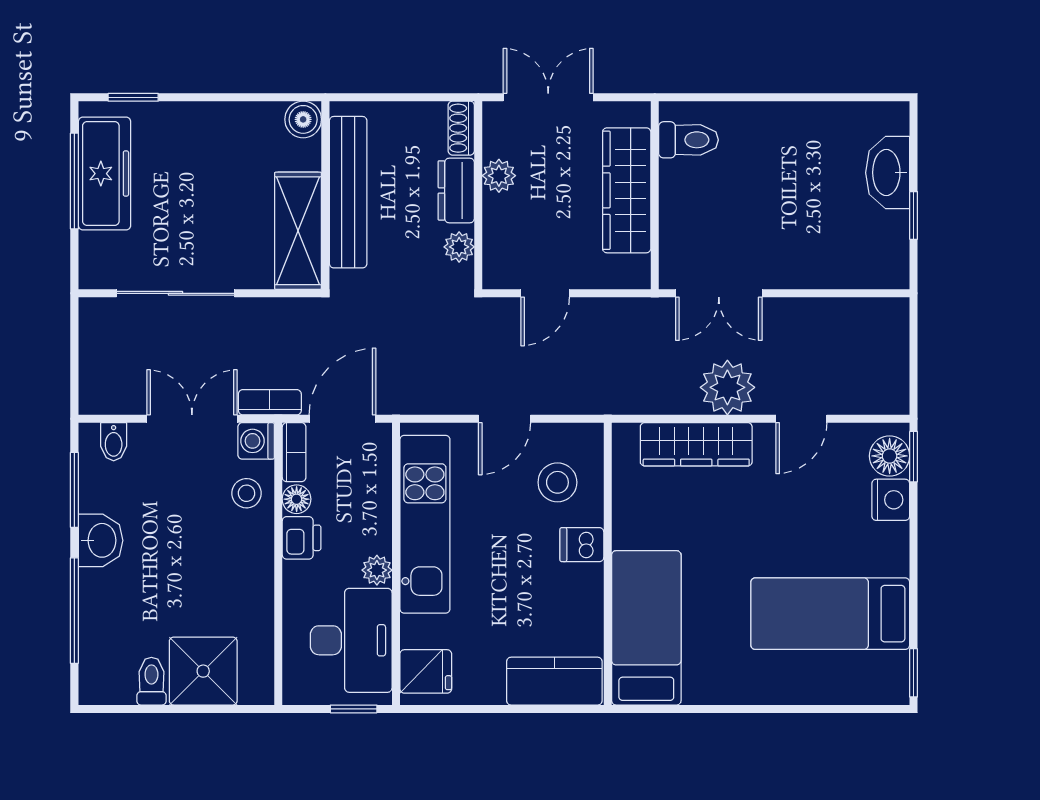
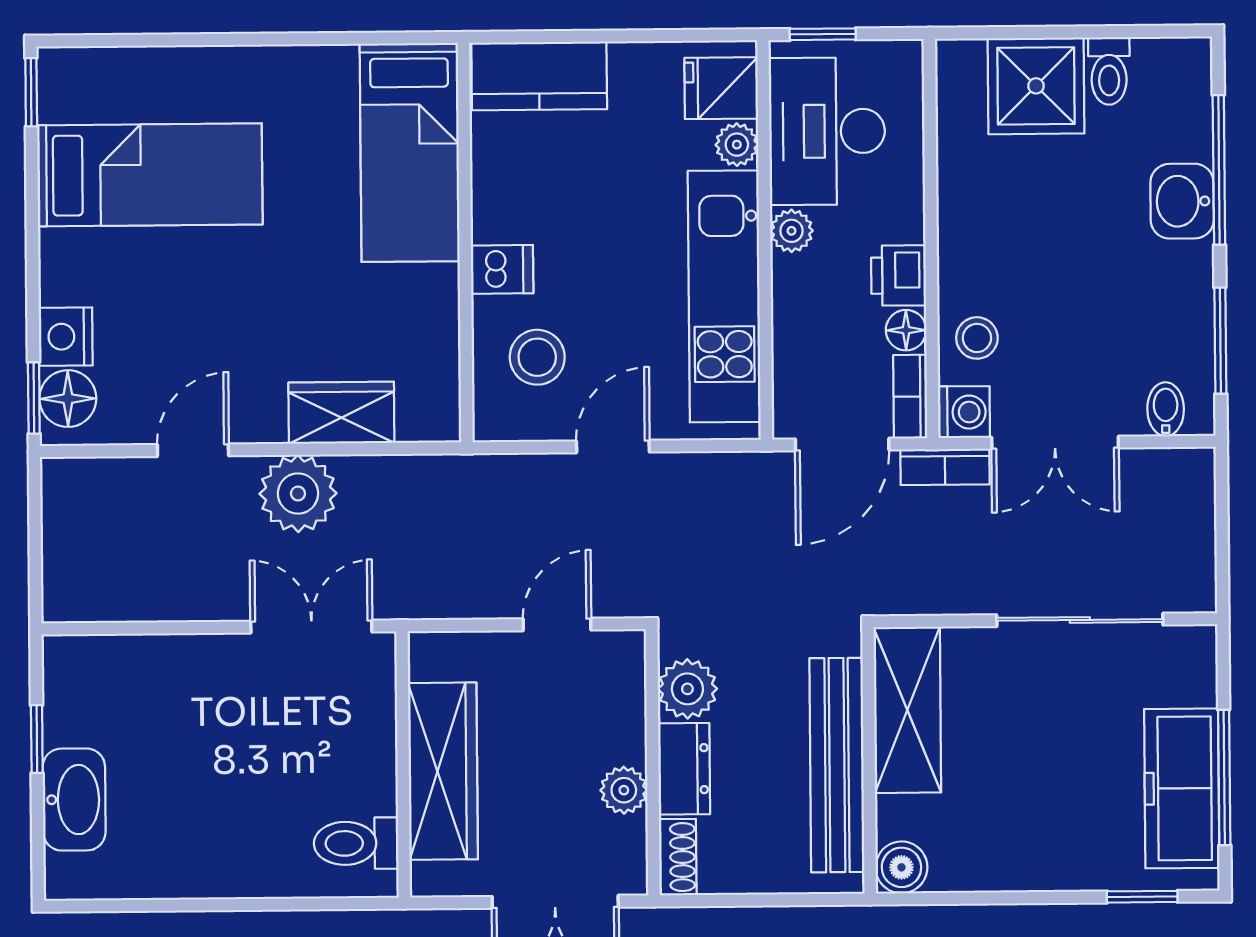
plant: (459, 247) -> (687, 689), width x1.38, depth x1.38
wardrobe: (696, 444) -> (341, 413), width x0.67
washbasin: (101, 540) -> (1182, 201), moved
plant: (415, 631) -> (737, 145), added

